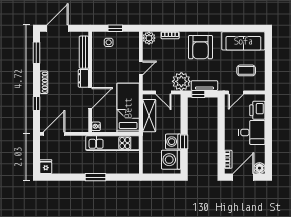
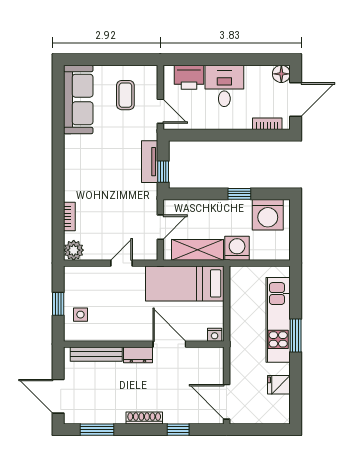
armchair: (201, 47) -> (88, 168), removed
door: (141, 68) -> (121, 263), hinge flipped
plant: (181, 81) -> (143, 199), removed
washing machine: (173, 142) -> (237, 248), moved, turned 180
kitchen unit: (113, 143) -> (278, 320), moved, turned 180
fridge: (46, 167) -> (279, 385), moved
door: (243, 177) -> (296, 100), swing flipped

